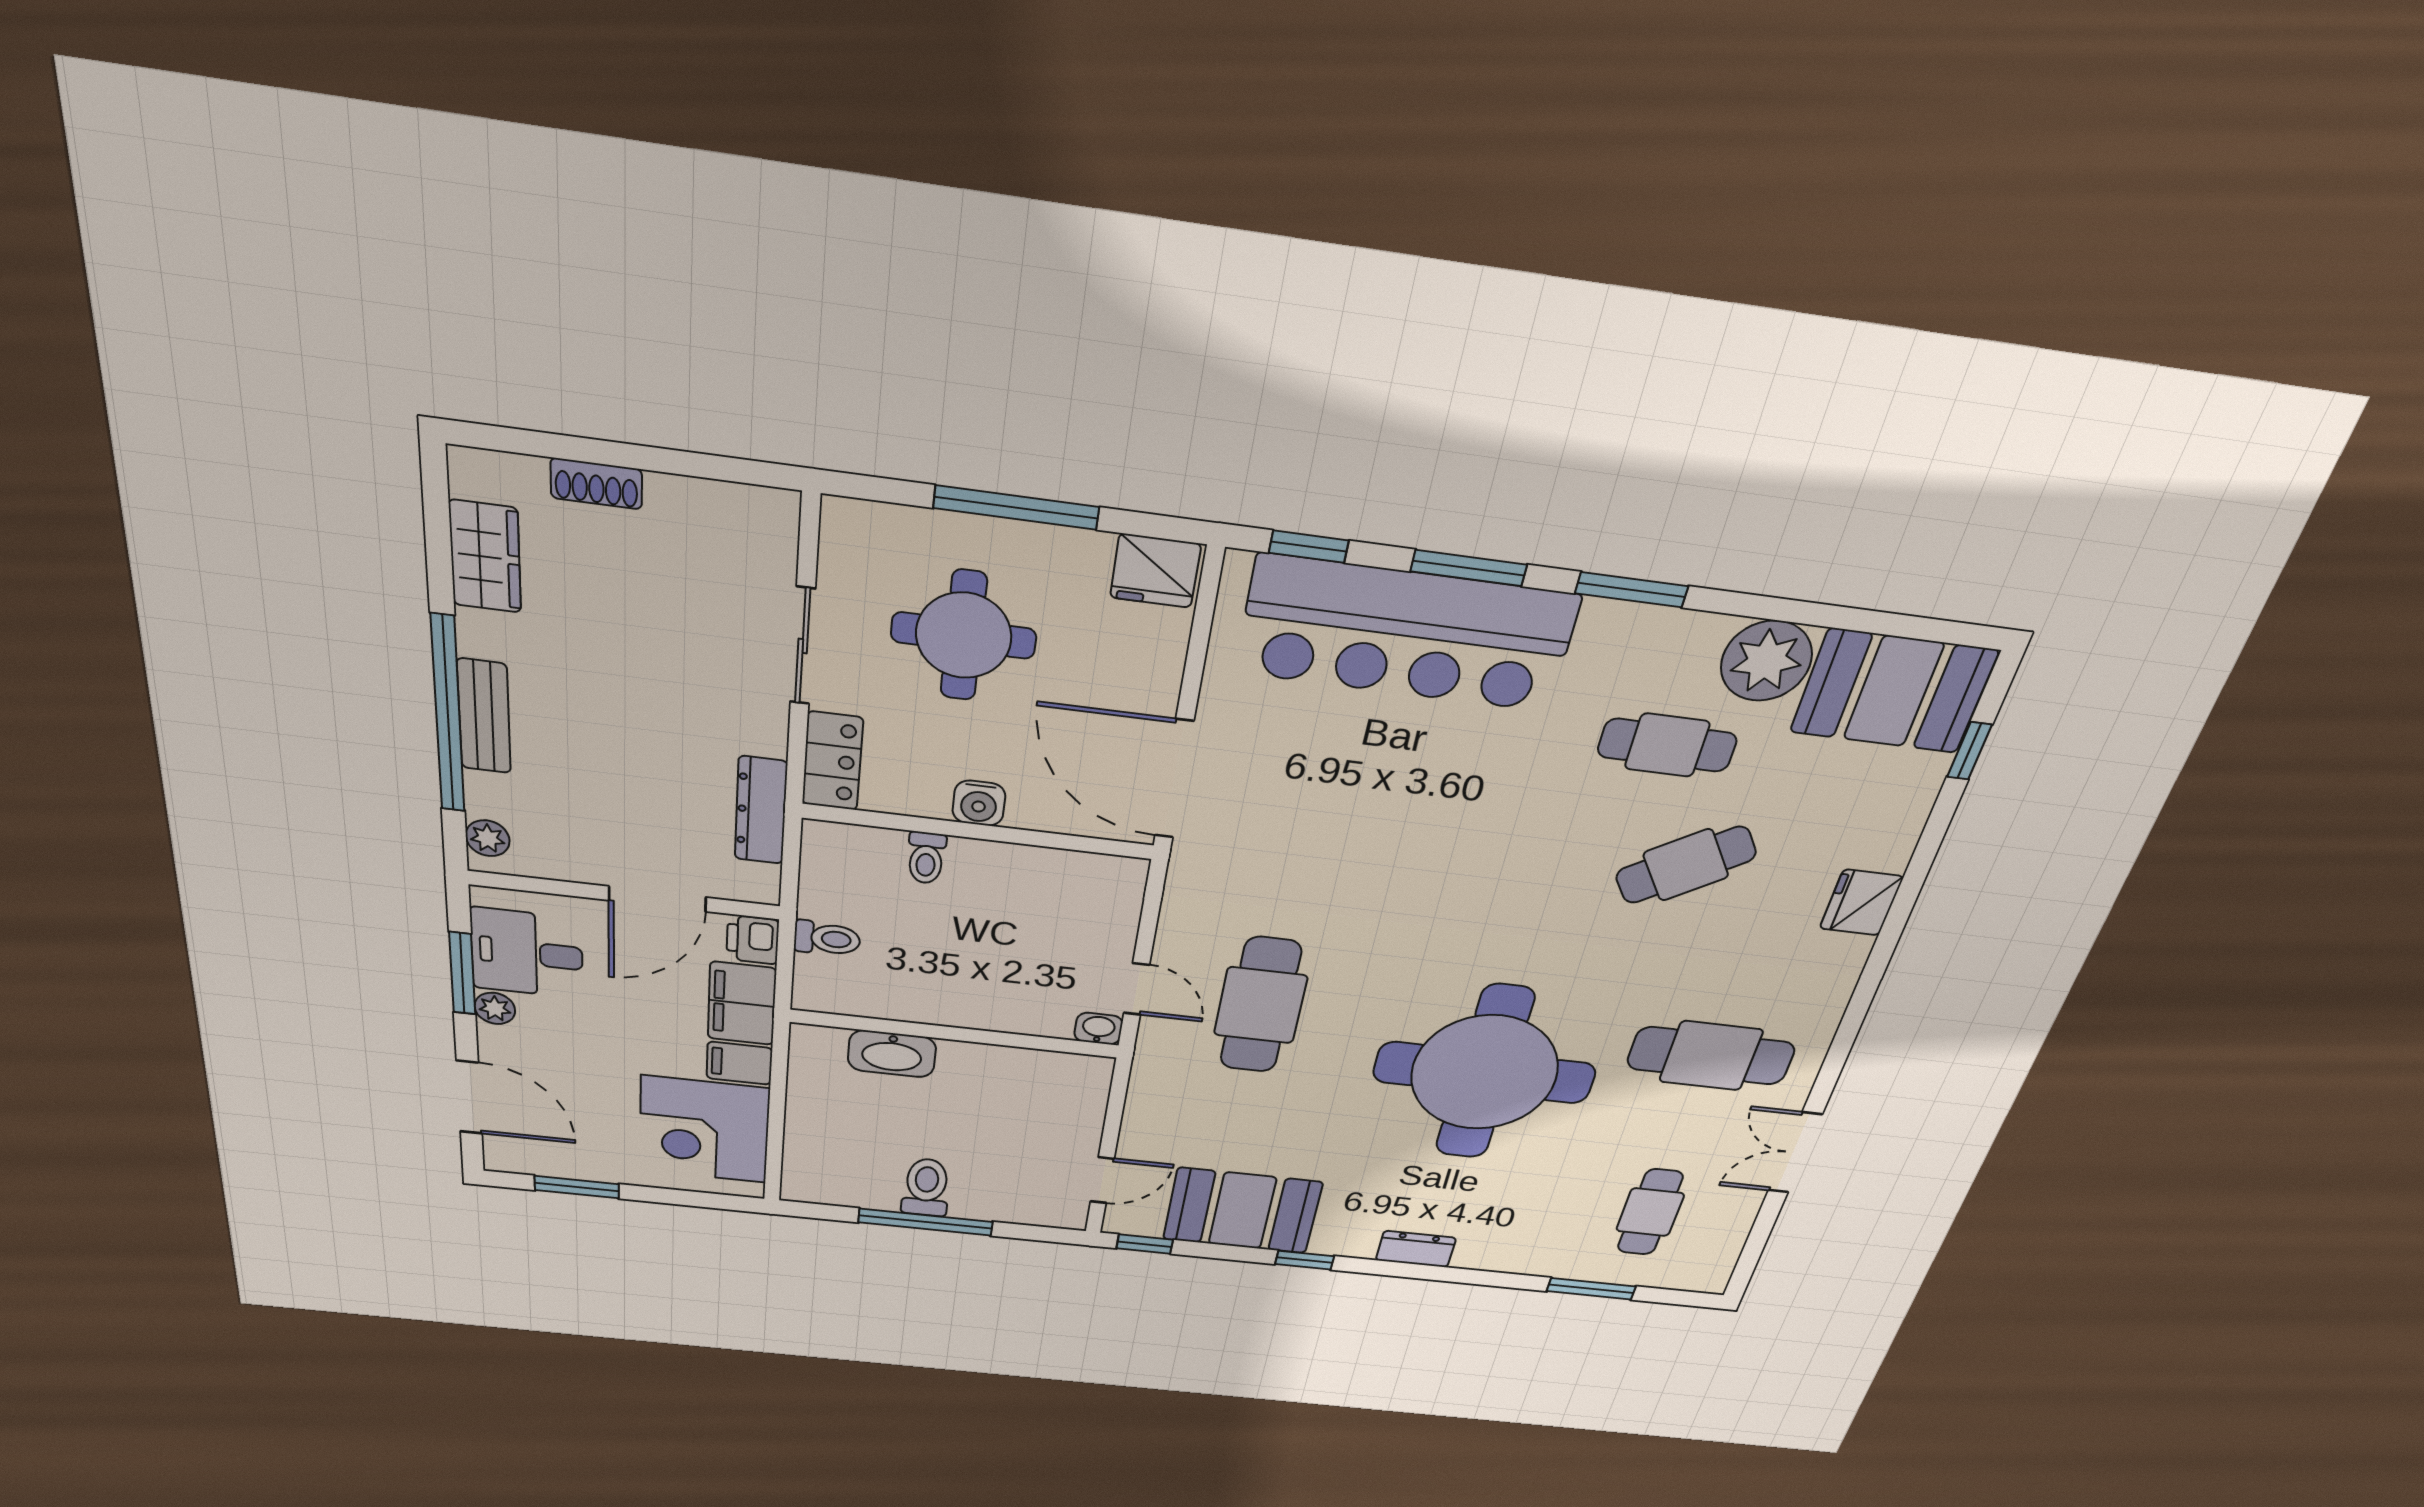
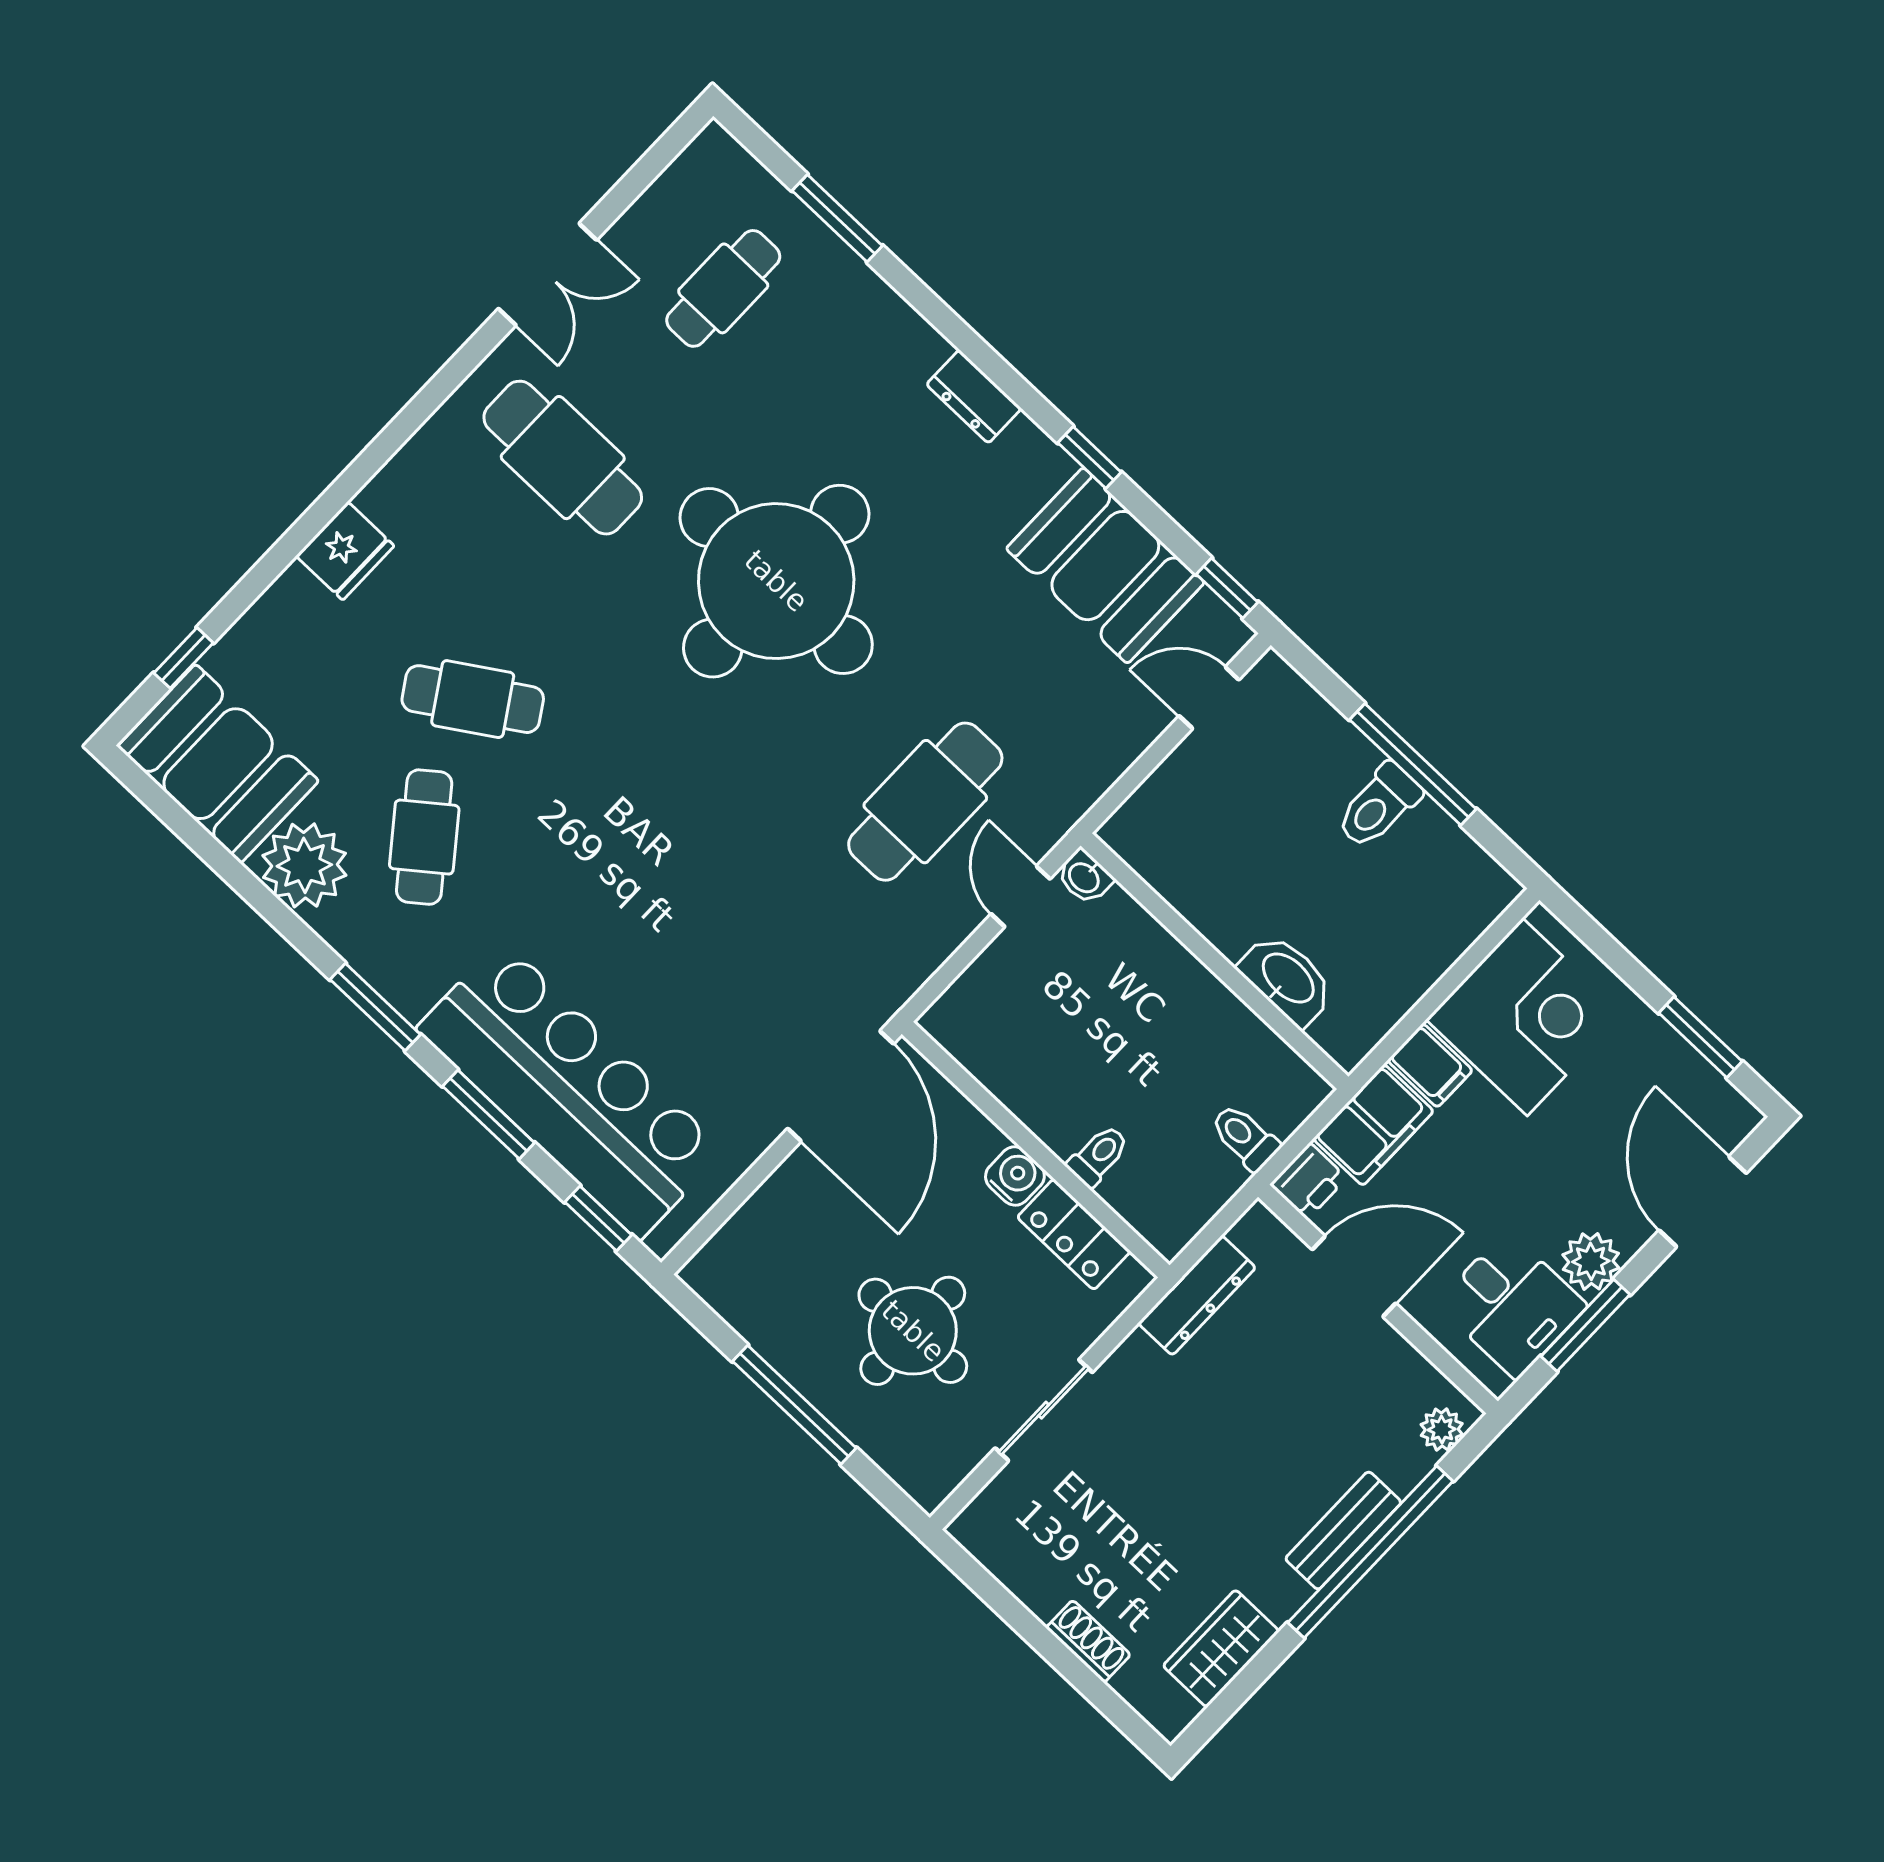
fridge: (1155, 571) -> (727, 1280), removed
cafe table: (1667, 745) -> (424, 837), turned 52
locker: (833, 761) -> (1074, 1234), moved, turned -90
plant: (495, 1008) -> (1591, 1261), width x1.38, depth x1.38

